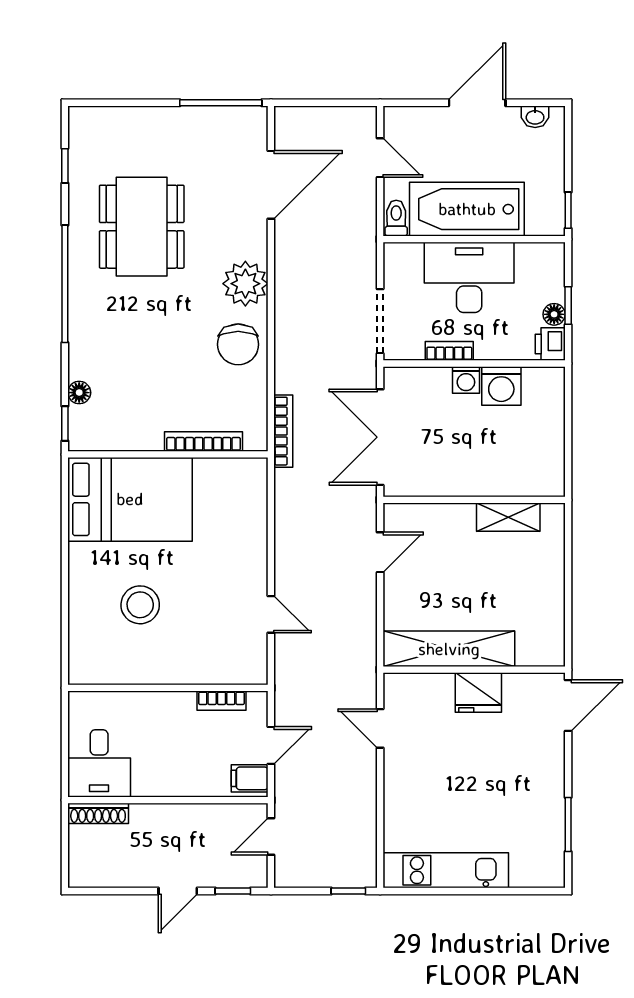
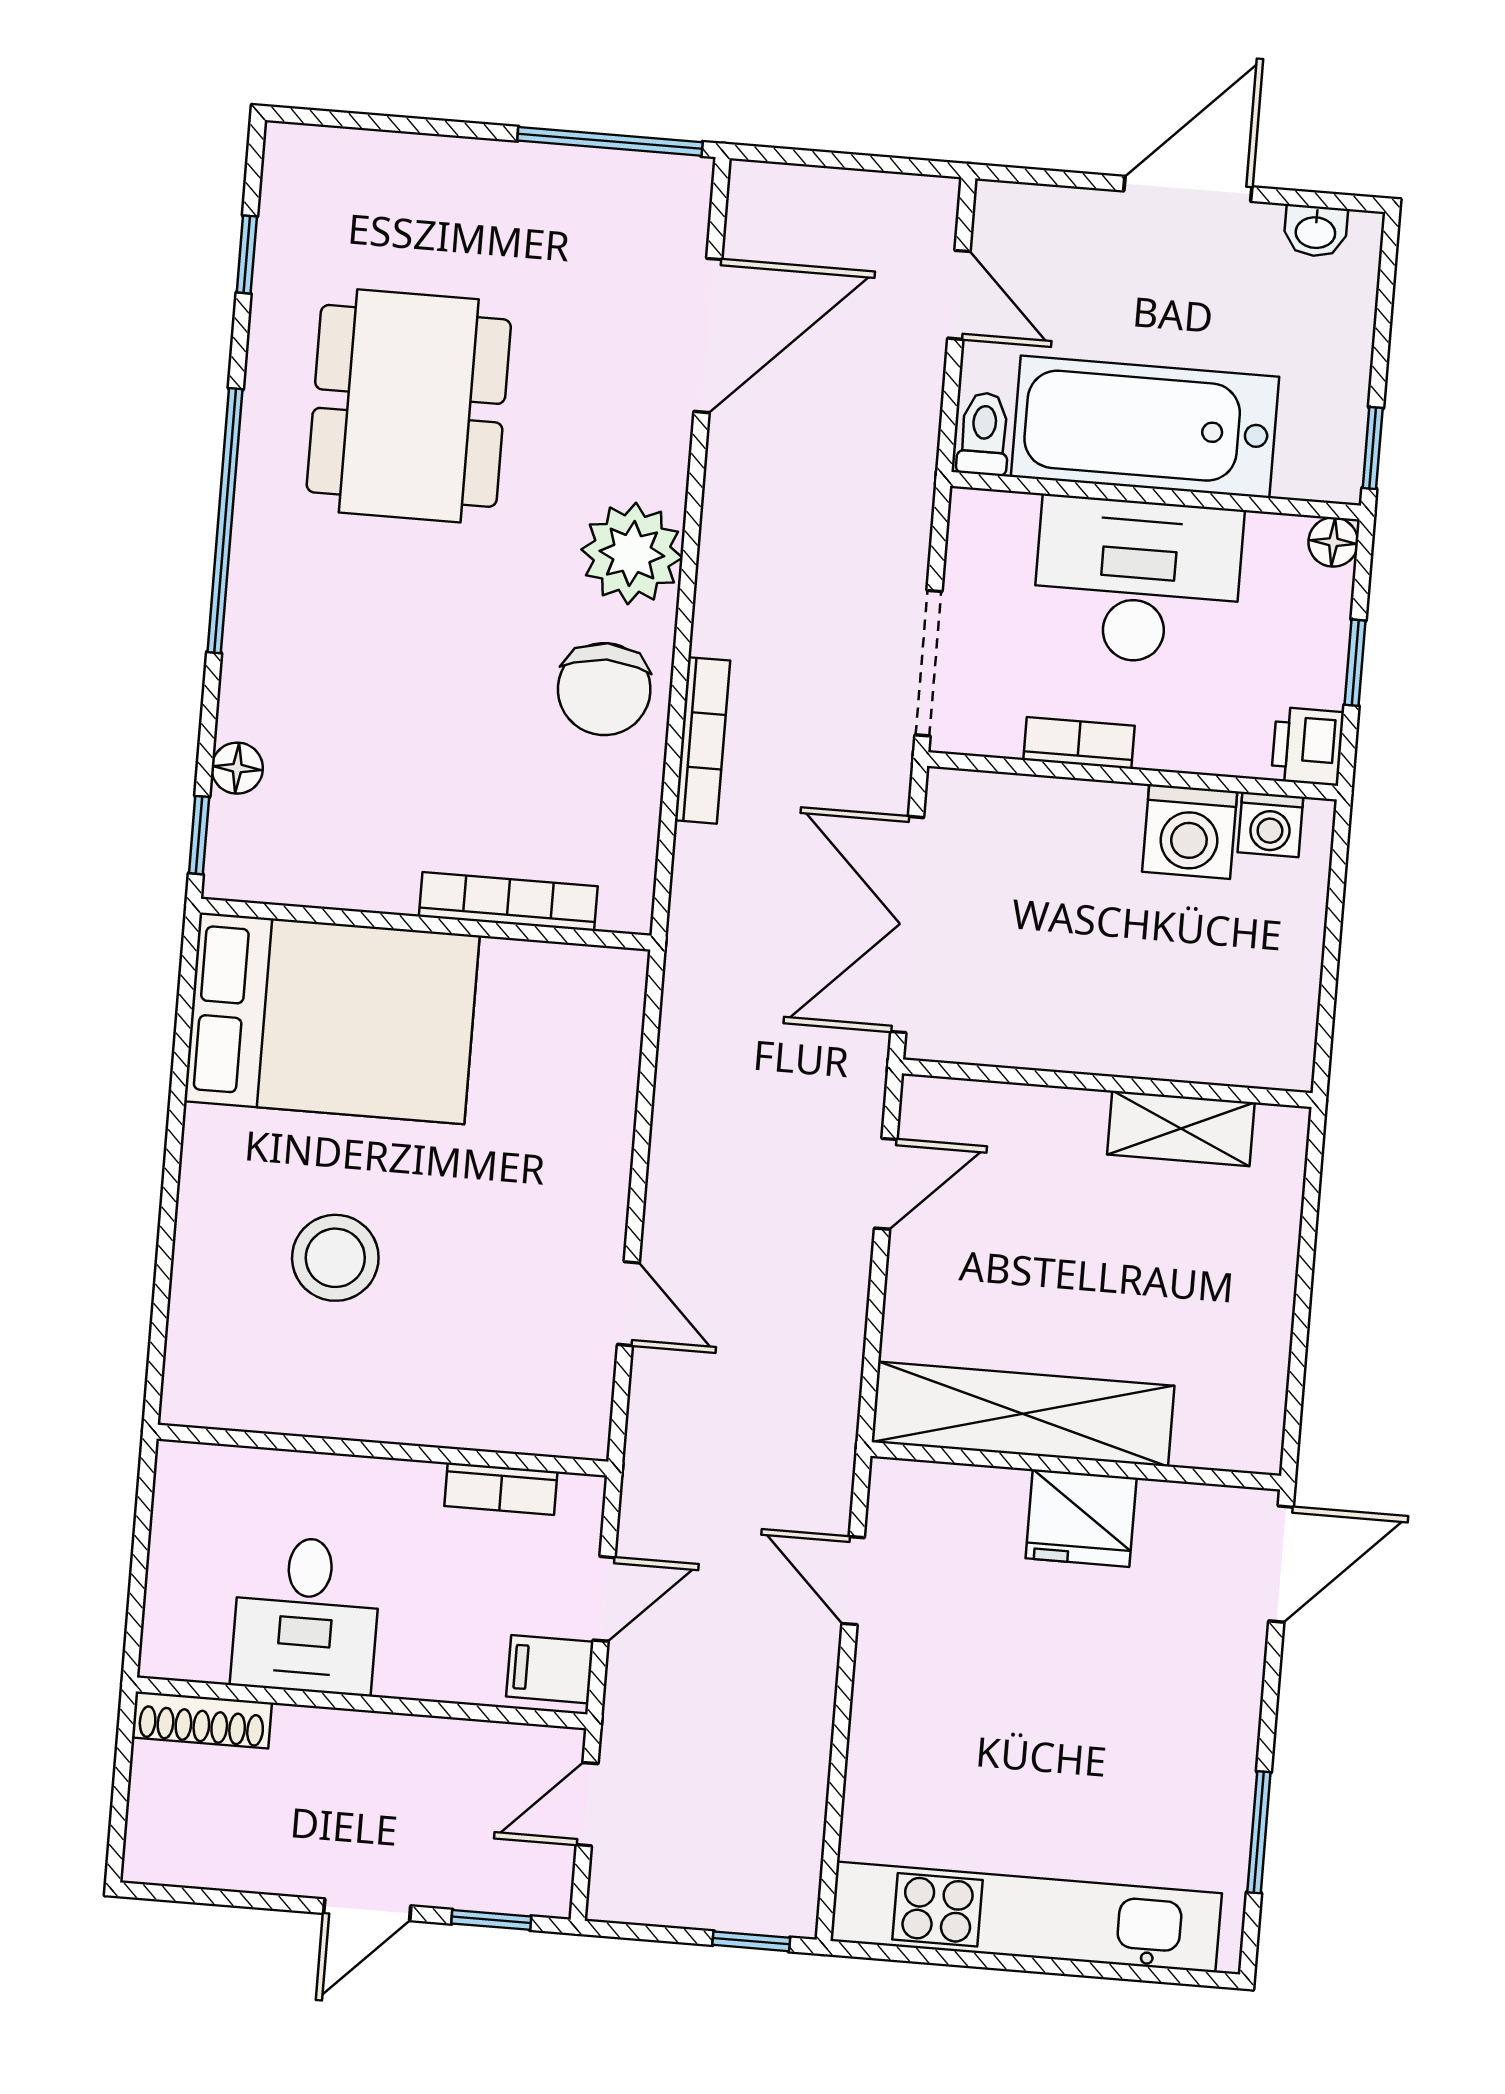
floor lamp: (554, 314) -> (1333, 542), moved
washing machine: (466, 380) -> (1270, 825), moved
bookcase: (283, 431) -> (703, 740), moved
desk: (99, 763) -> (306, 1615), moved
kitchen unit: (446, 870) -> (1026, 1917), width x1.36

